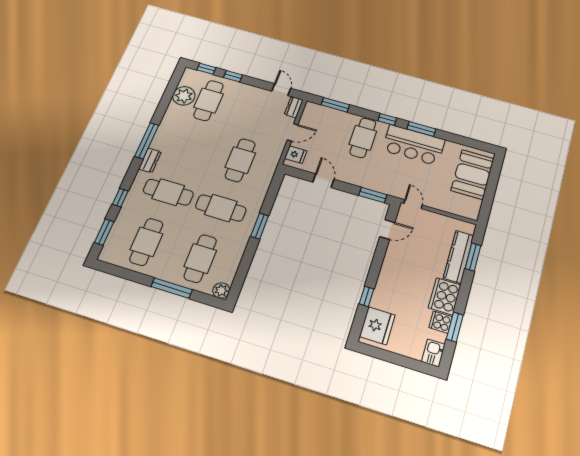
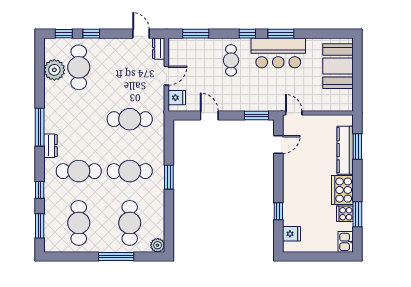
cafe table: (363, 138) -> (231, 60), width x0.73, depth x0.74
cafe table: (240, 160) -> (130, 119), turned 90
fridge: (377, 326) -> (291, 234), width x0.53, depth x0.75

